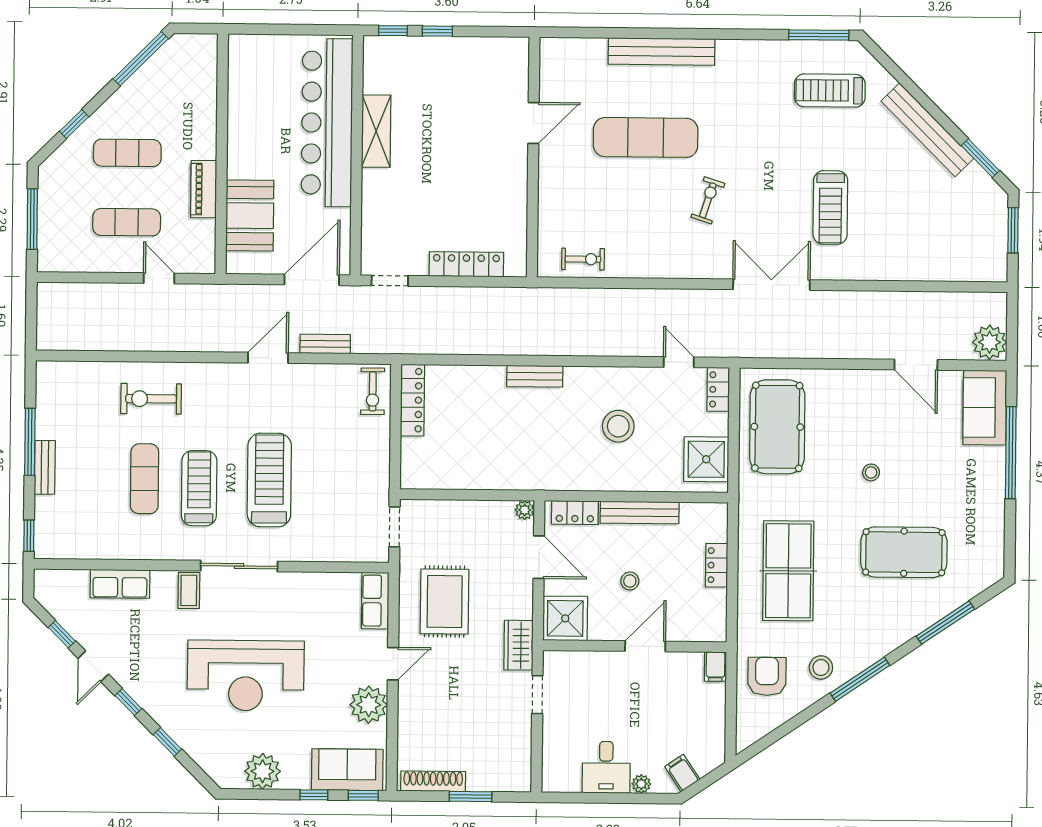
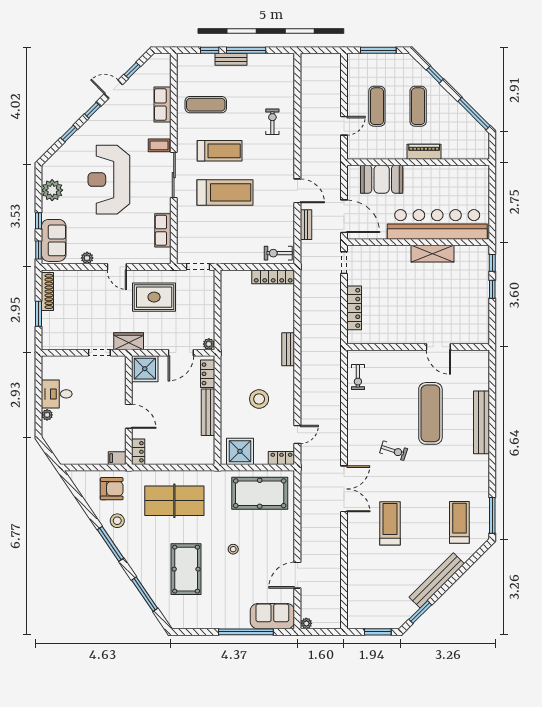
piano: (204, 189) -> (424, 152), moved
treadmill: (830, 207) -> (390, 523), turned 90
plant: (990, 342) -> (306, 623), width x0.53, depth x0.53
exercise bike: (151, 399) -> (272, 122), width x0.73, depth x0.72
exercise mat: (145, 479) -> (206, 105), moved
window: (29, 536) -> (210, 50), moved
locker: (717, 565) -> (138, 452), moved, turned 90
stool: (630, 581) -> (167, 407), removed
row of seats: (375, 601) -> (163, 230), moved, turned -90
plant: (369, 705) -> (87, 258), width x0.53, depth x0.53
filing cabinet: (682, 773) -> (54, 439), removed

